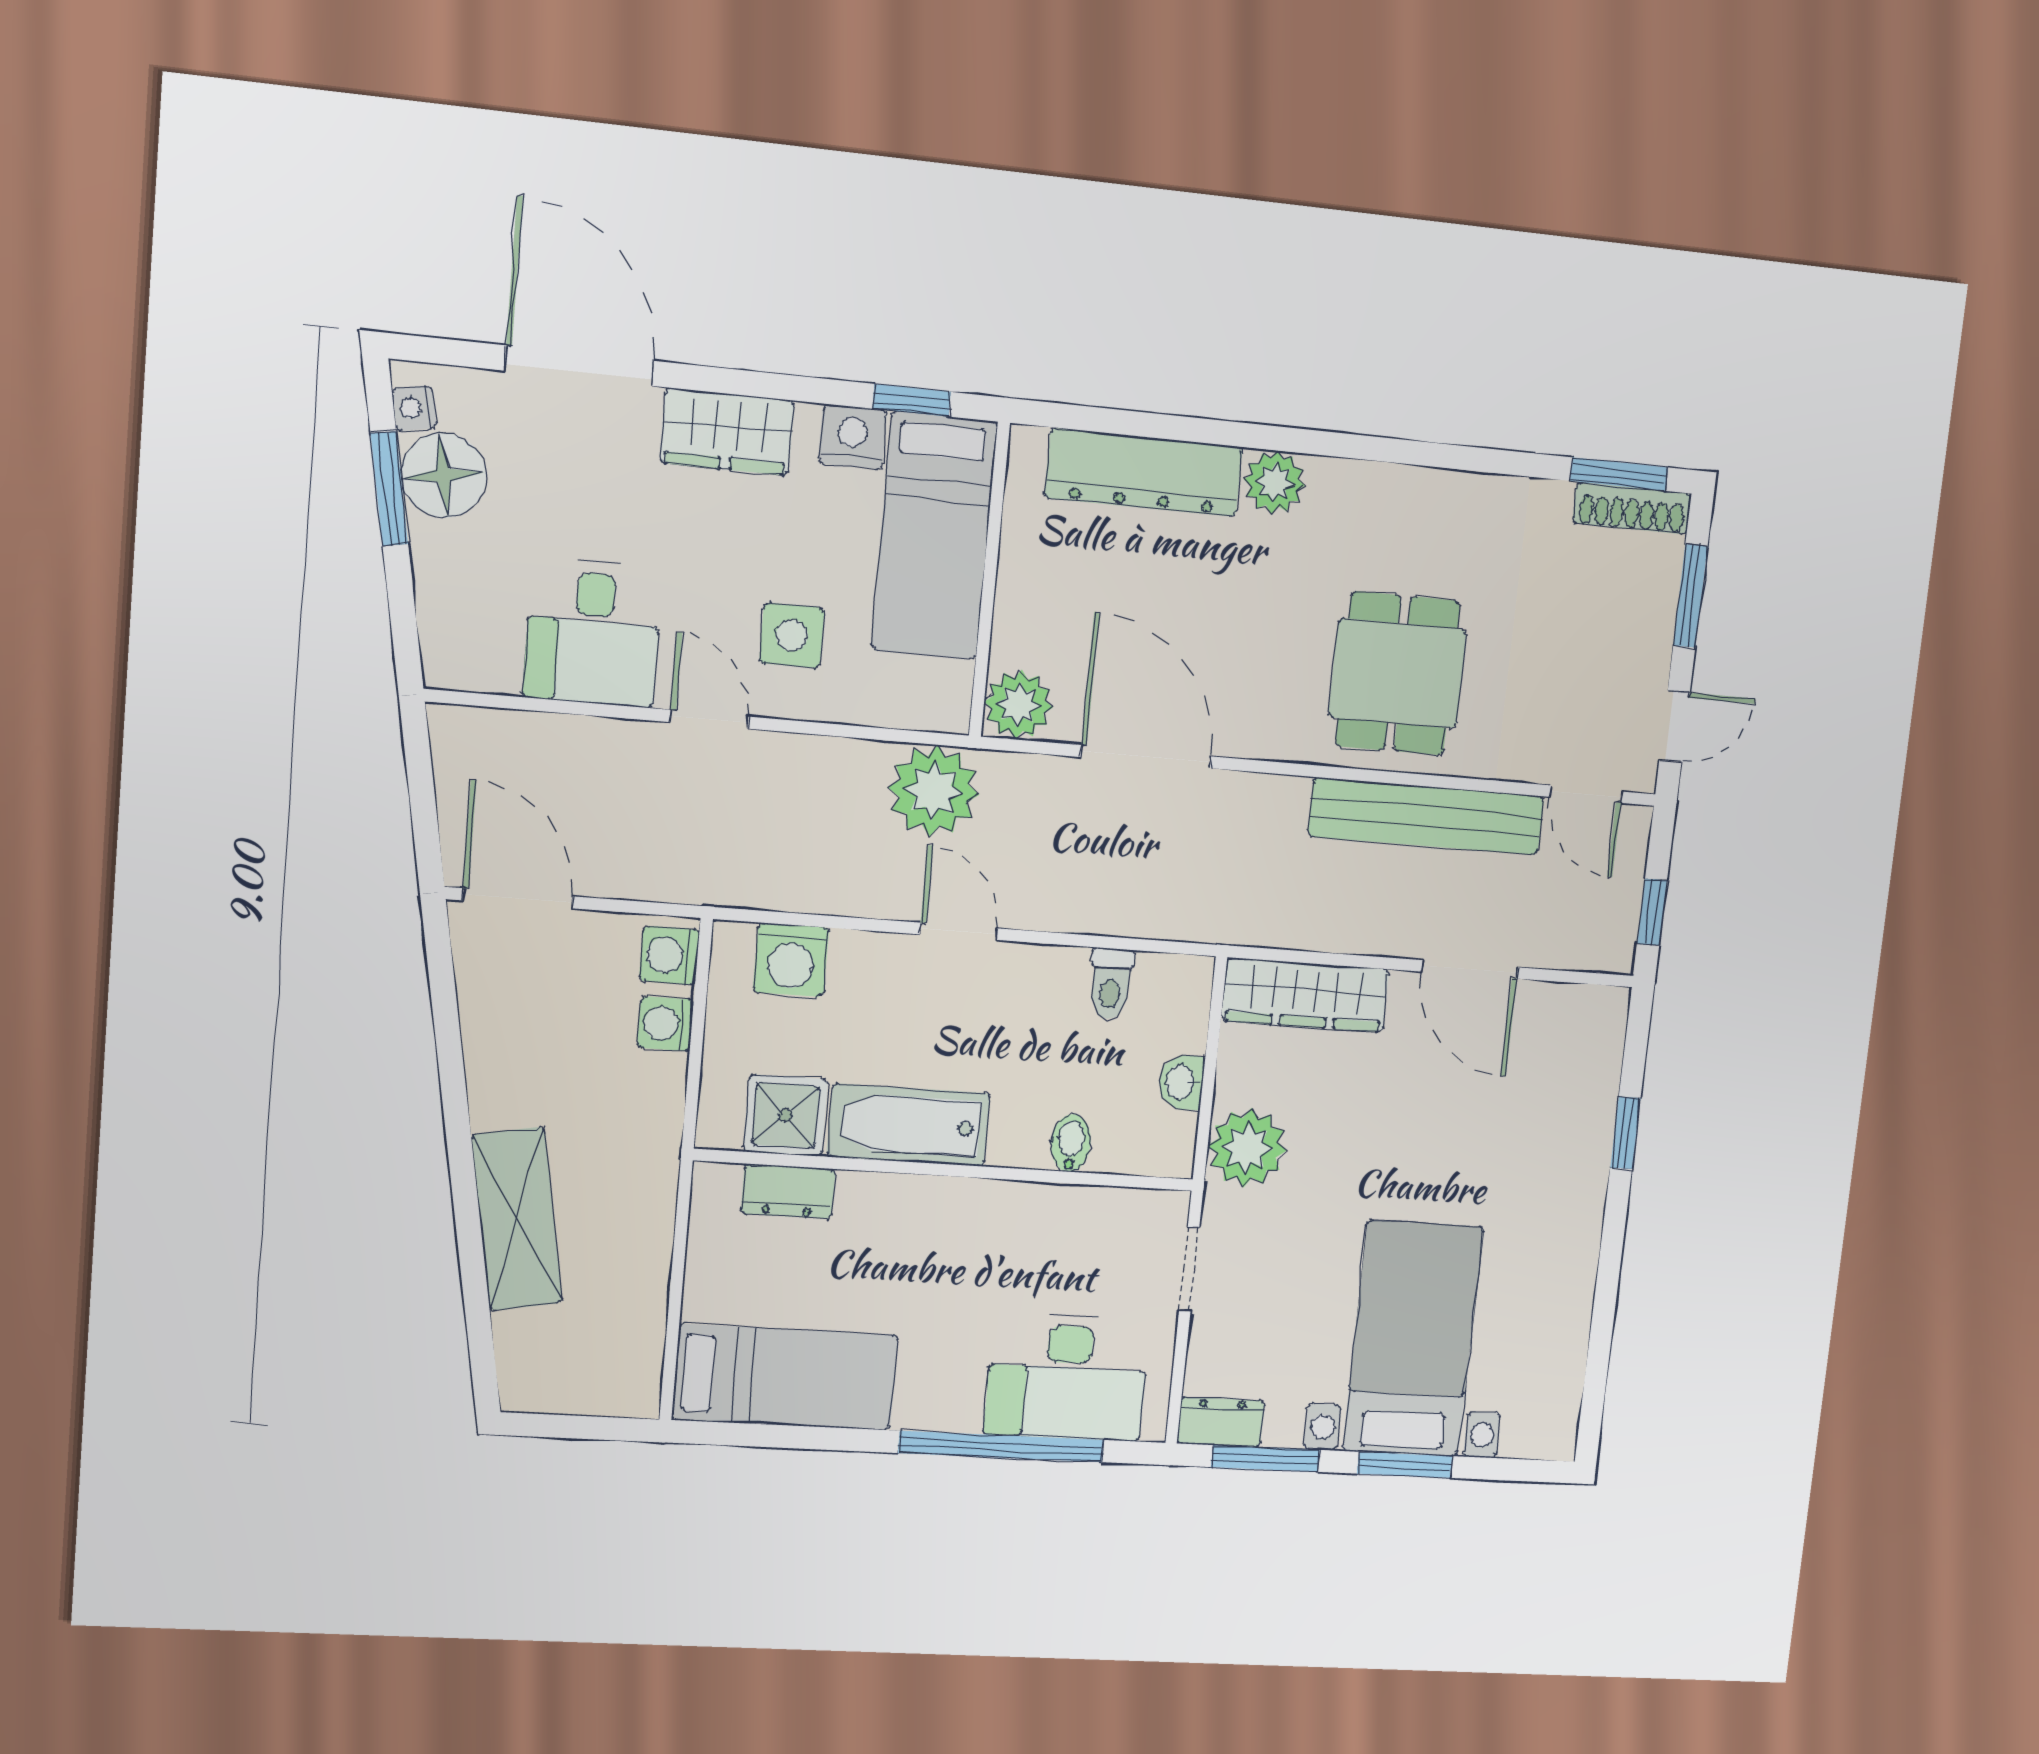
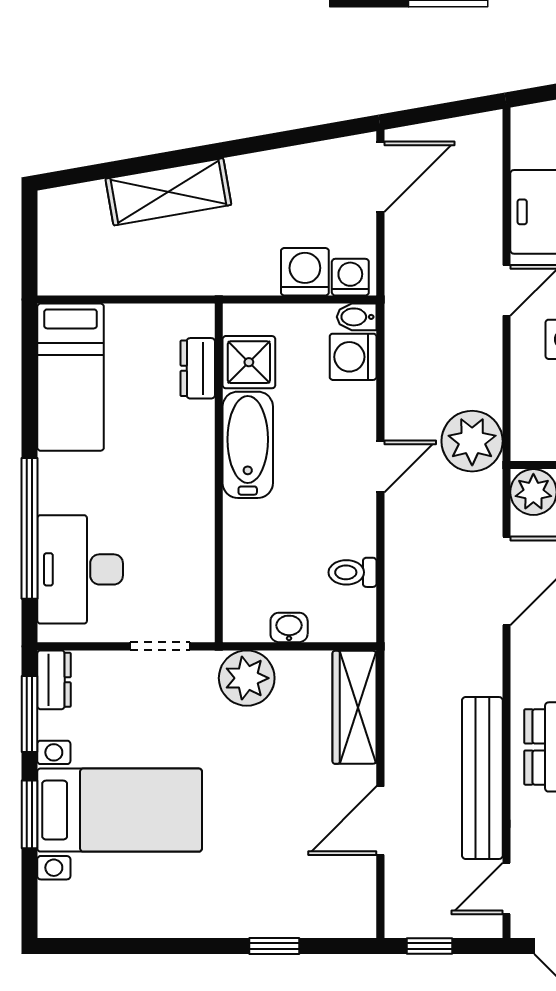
washing machine: (665, 1024) -> (305, 272), width x1.38, depth x1.38
bidet: (1071, 1143) -> (357, 317), moved, turned 180

